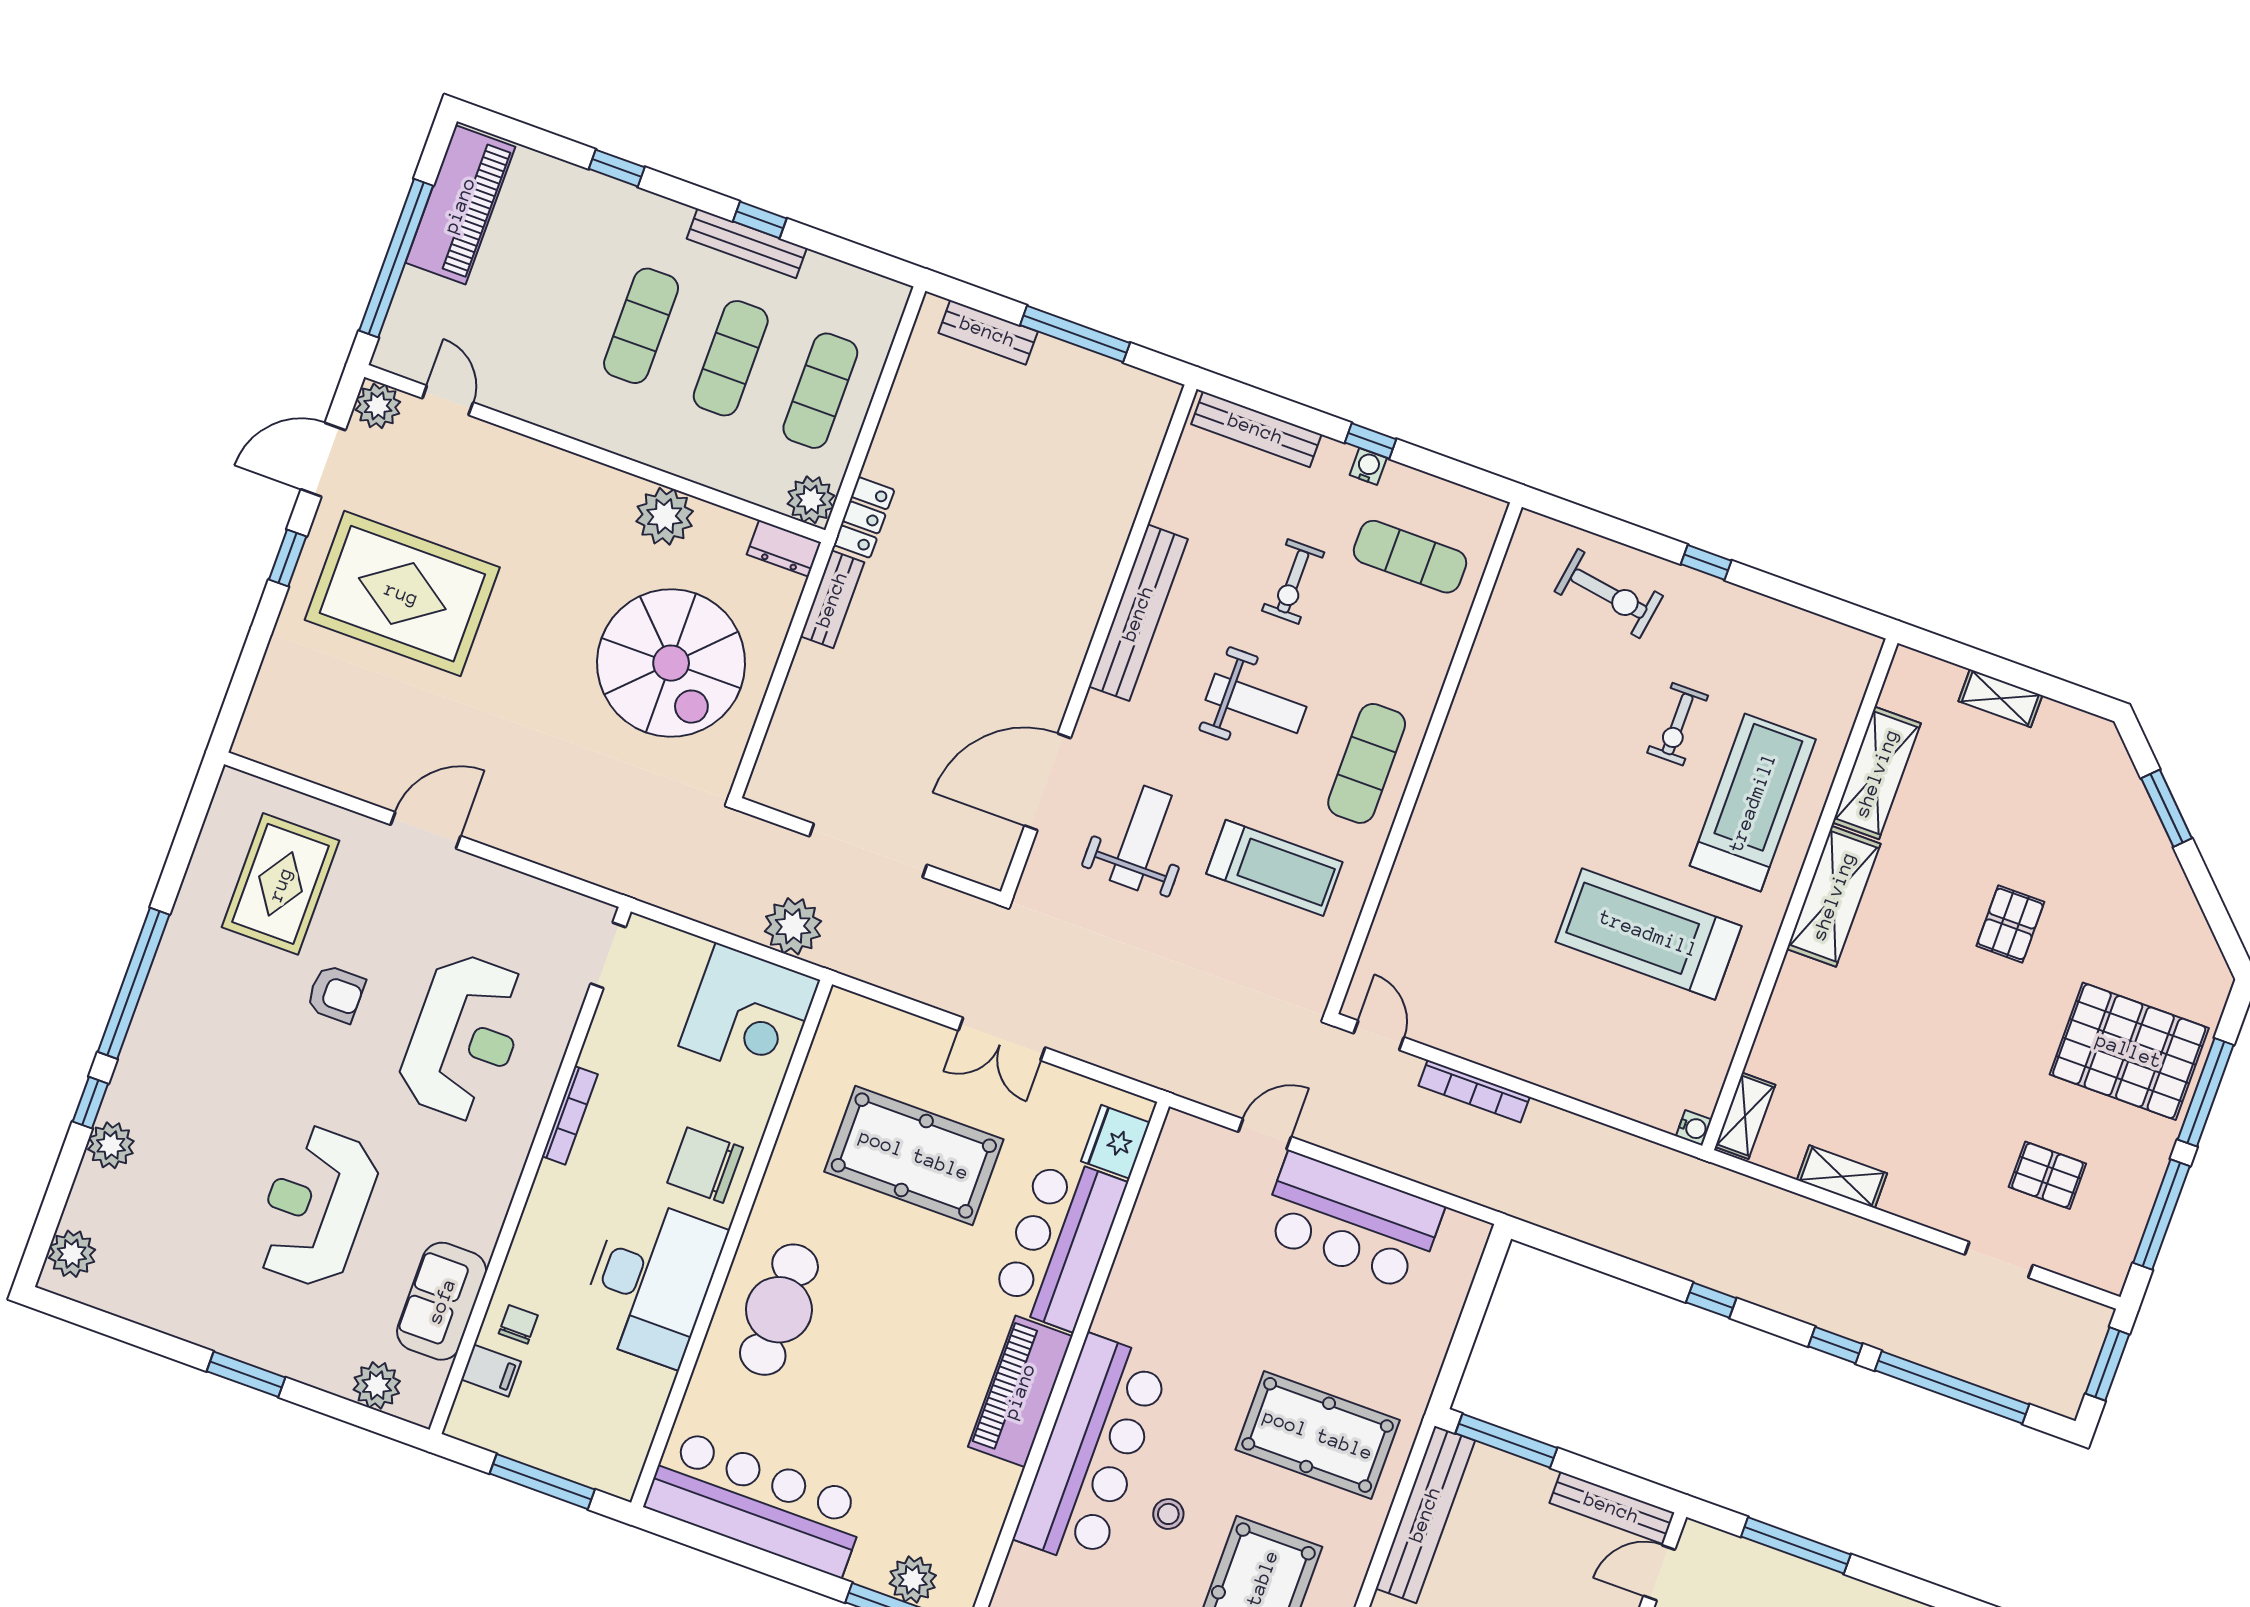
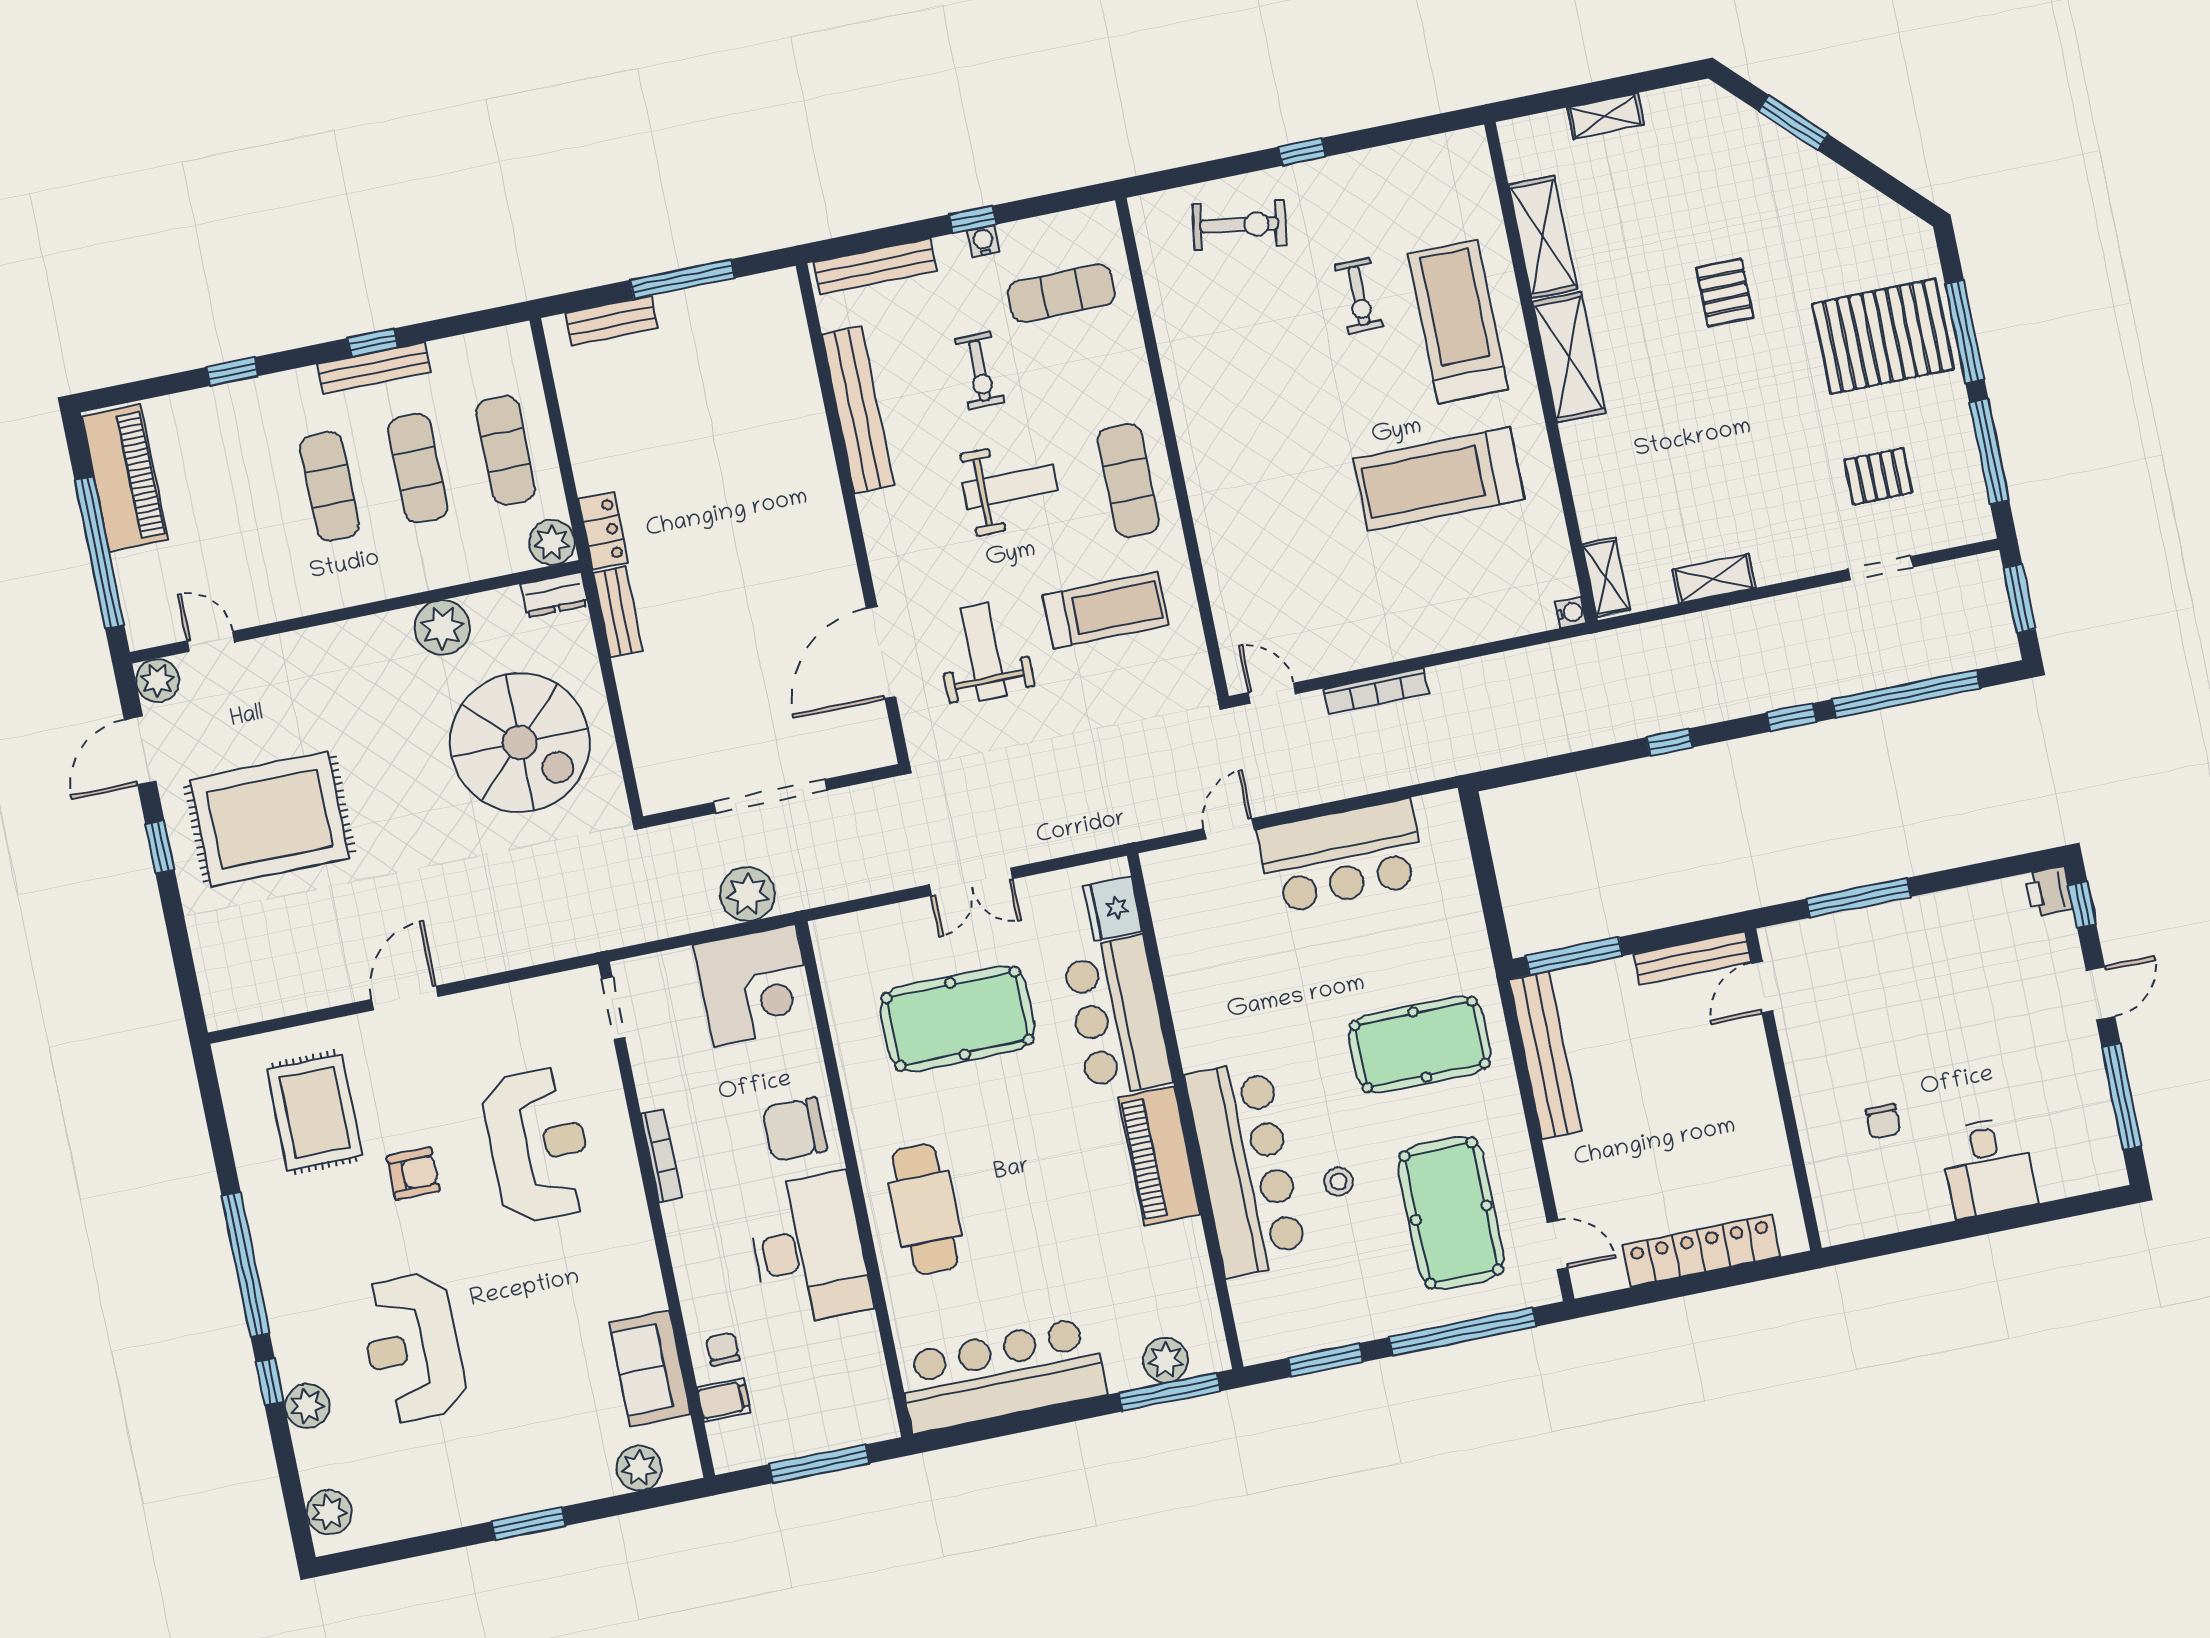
bench: (1138, 613) -> (858, 410), moved
reception desk: (316, 1207) -> (413, 1348), moved

